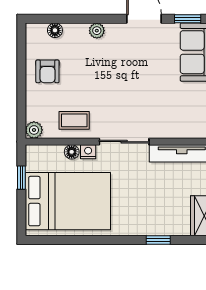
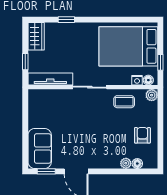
plant: (97, 31) -> (126, 163), moved
floor lamp: (72, 152) -> (148, 80), moved
nightstand: (88, 152) -> (137, 80), moved

